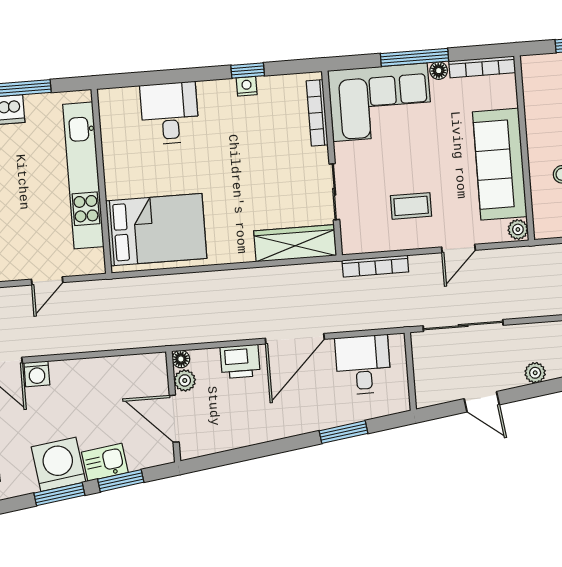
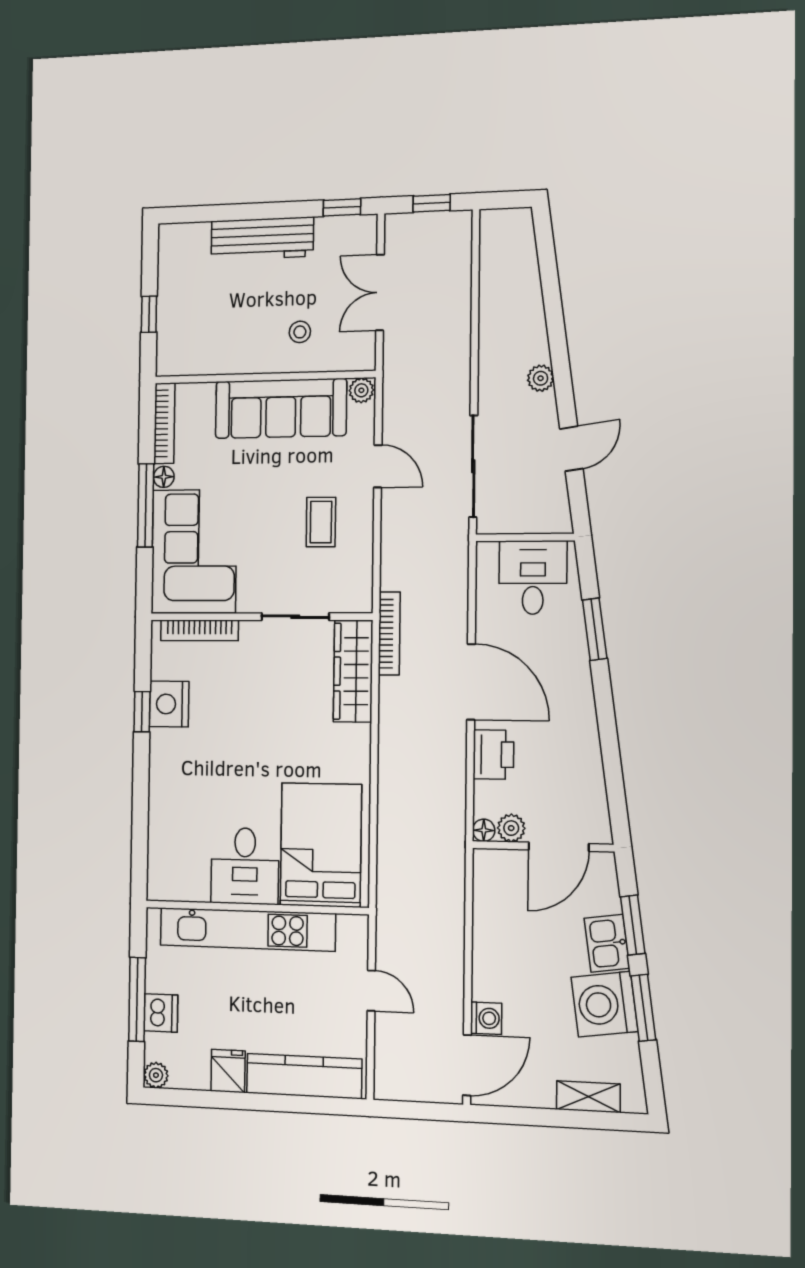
nightstand: (247, 86) -> (169, 704), width x1.89, depth x1.79
desk: (170, 113) -> (245, 866), moved, turned -90
bookcase: (375, 266) -> (389, 633), moved
desk: (363, 365) -> (533, 578), moved, turned 90

